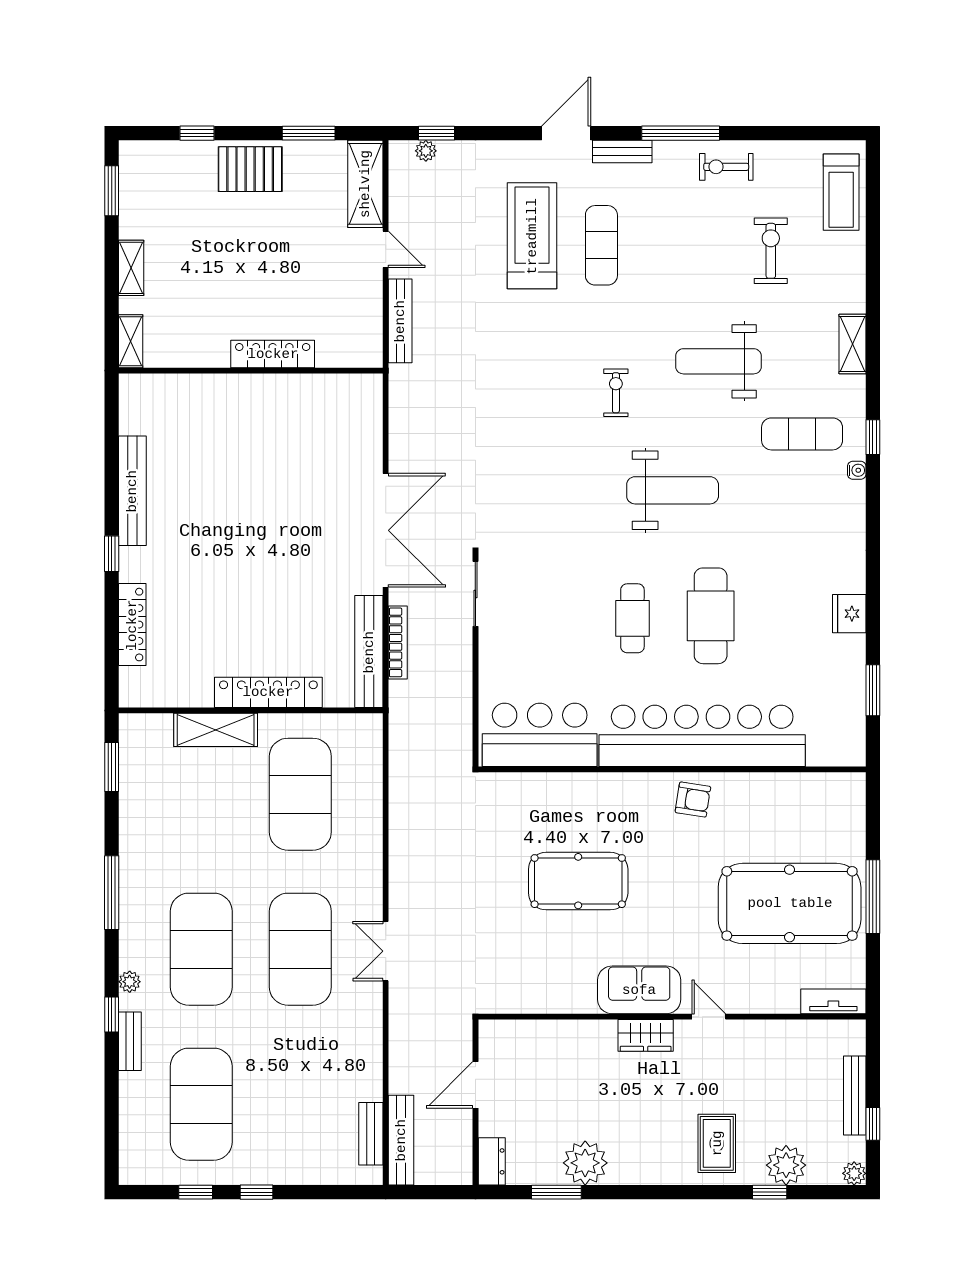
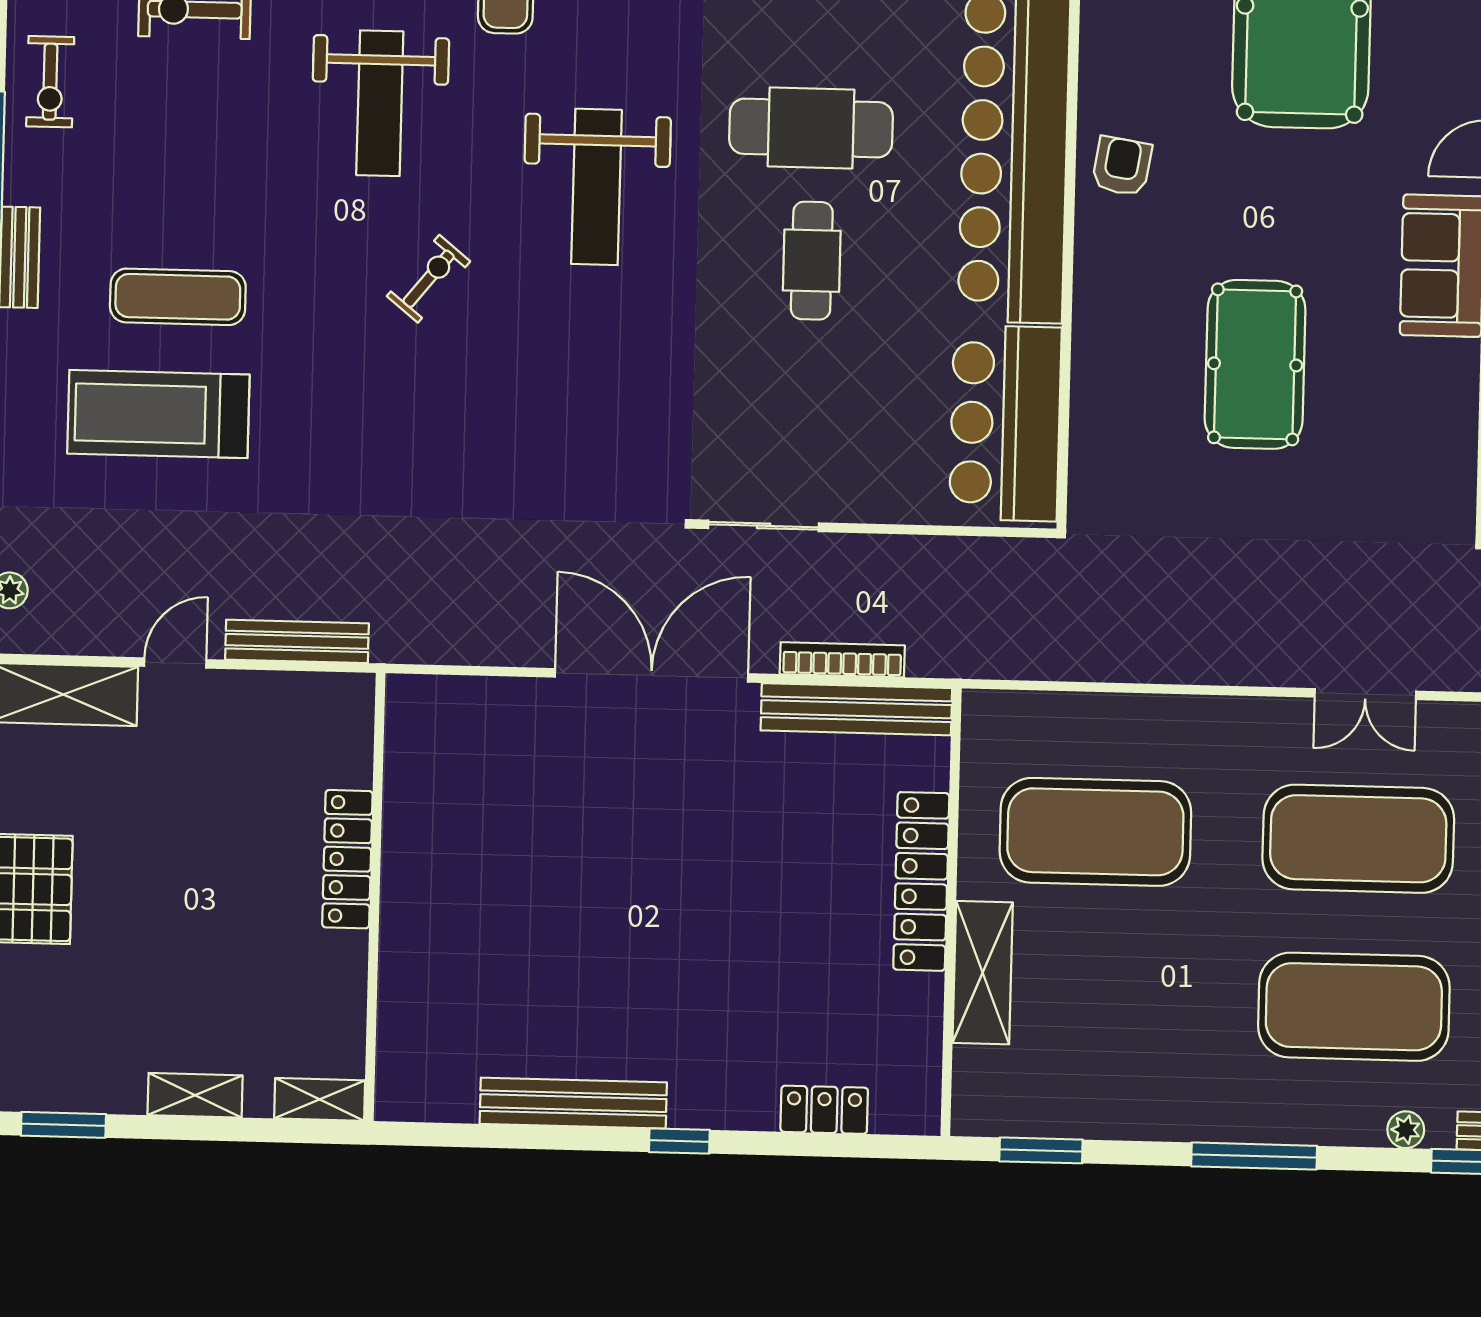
exercise bike: (616, 393) -> (429, 279), turned 129
weight bench: (673, 490) -> (597, 187), turned 180
cafe table: (632, 618) -> (812, 261), turned 90
locker: (132, 625) -> (824, 1110), width x0.66

